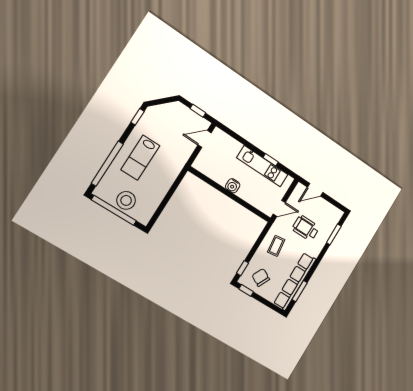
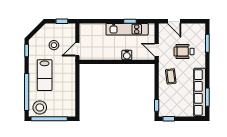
stool: (172, 131) -> (54, 45), added
door: (205, 139) -> (77, 49), moved
water cooler: (233, 186) -> (127, 55), moved
door: (315, 190) -> (174, 21), hinge flipped
stool: (126, 200) -> (40, 107), moved
door: (279, 208) -> (157, 50), swing flipped
chair: (261, 277) -> (174, 104), removed

